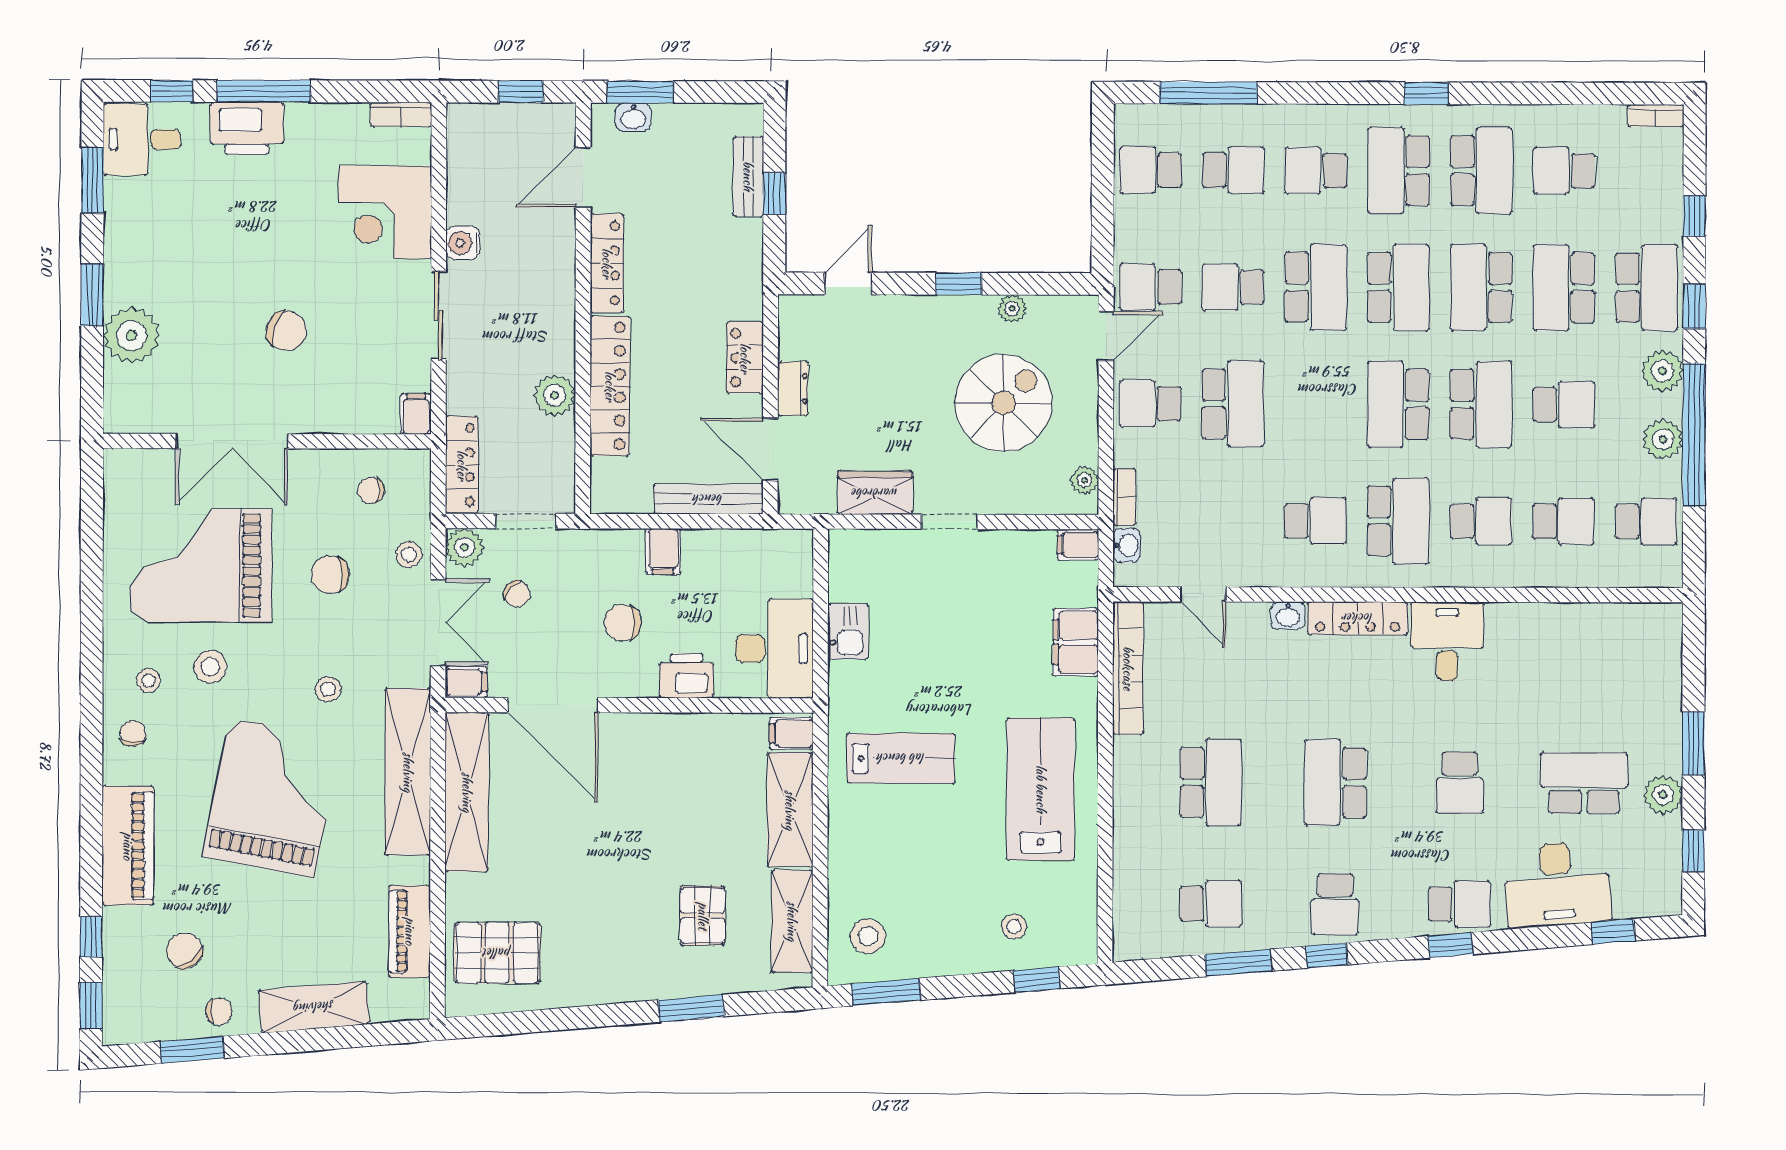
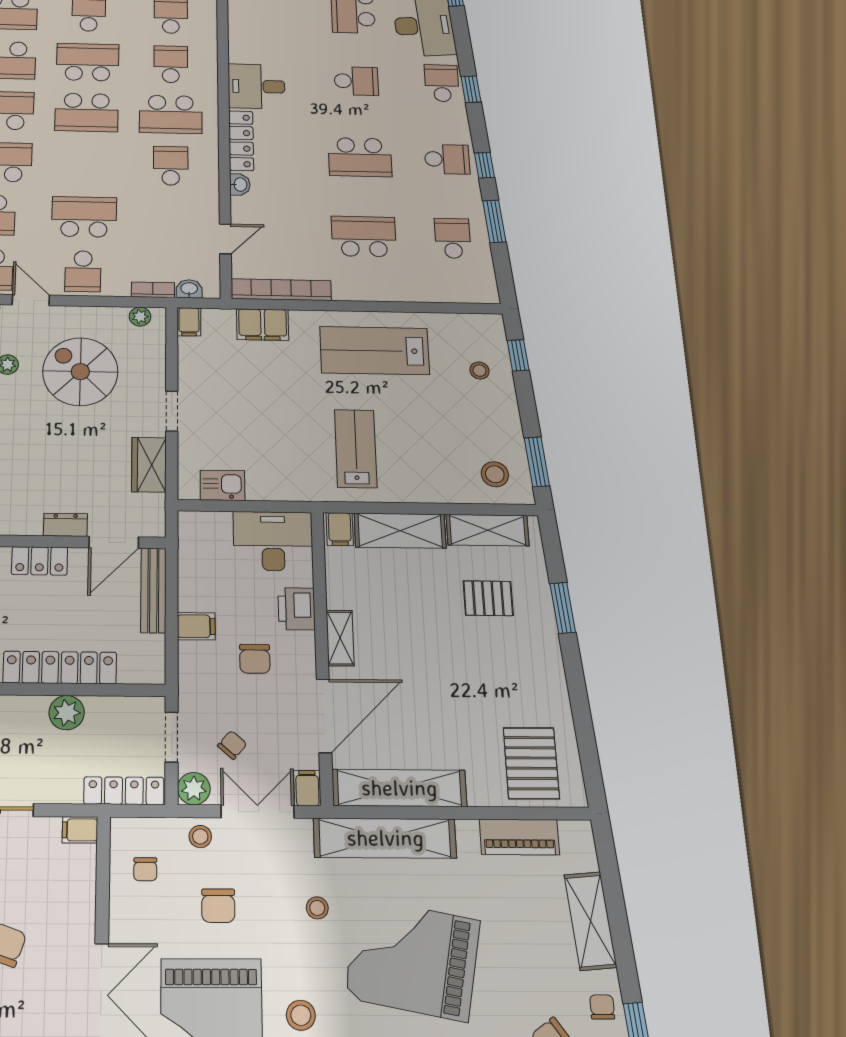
school desk: (1398, 521) -> (171, 114), turned 180
kitchen sink: (848, 631) -> (222, 485), moved
shelving: (650, 728) -> (340, 638), added

